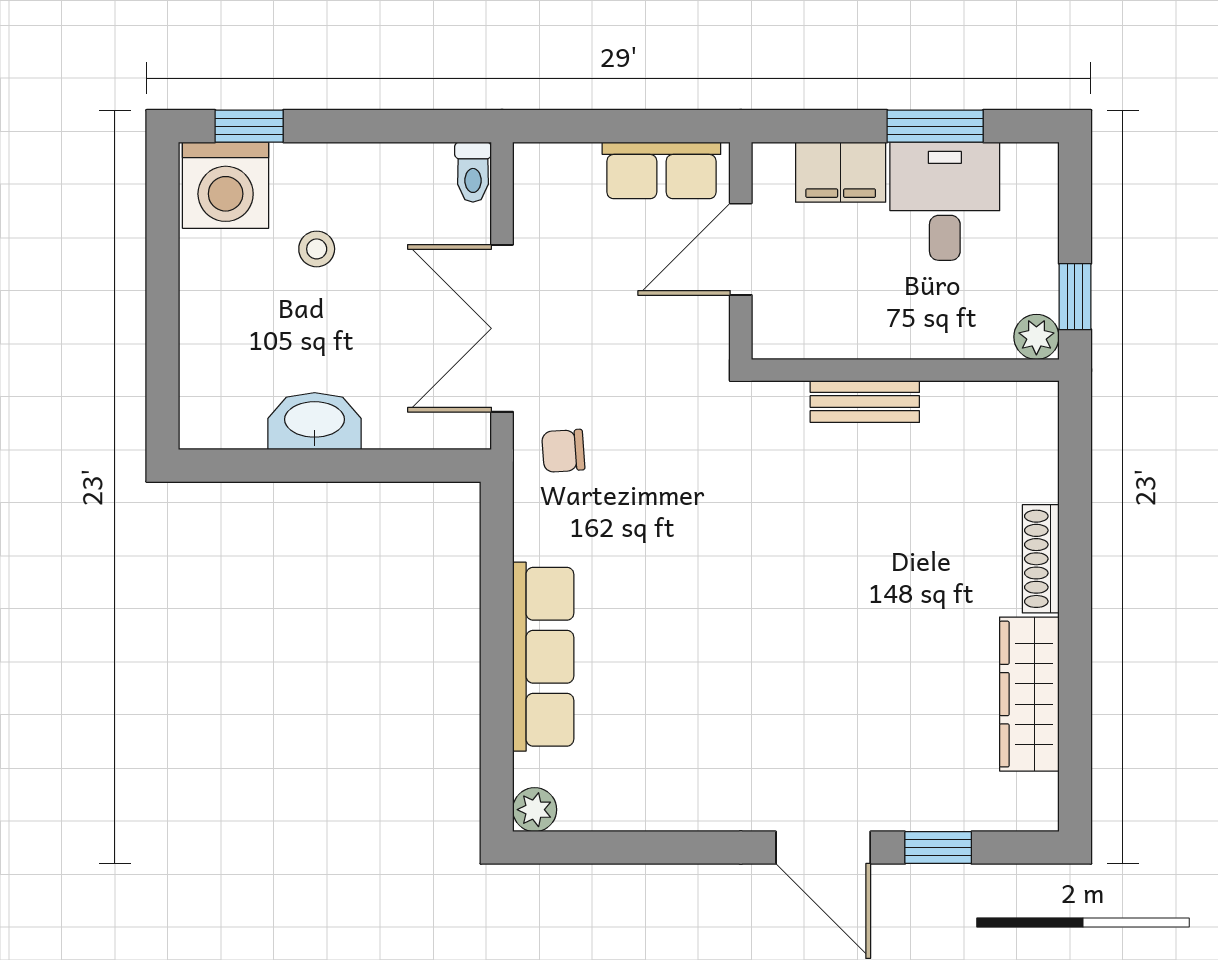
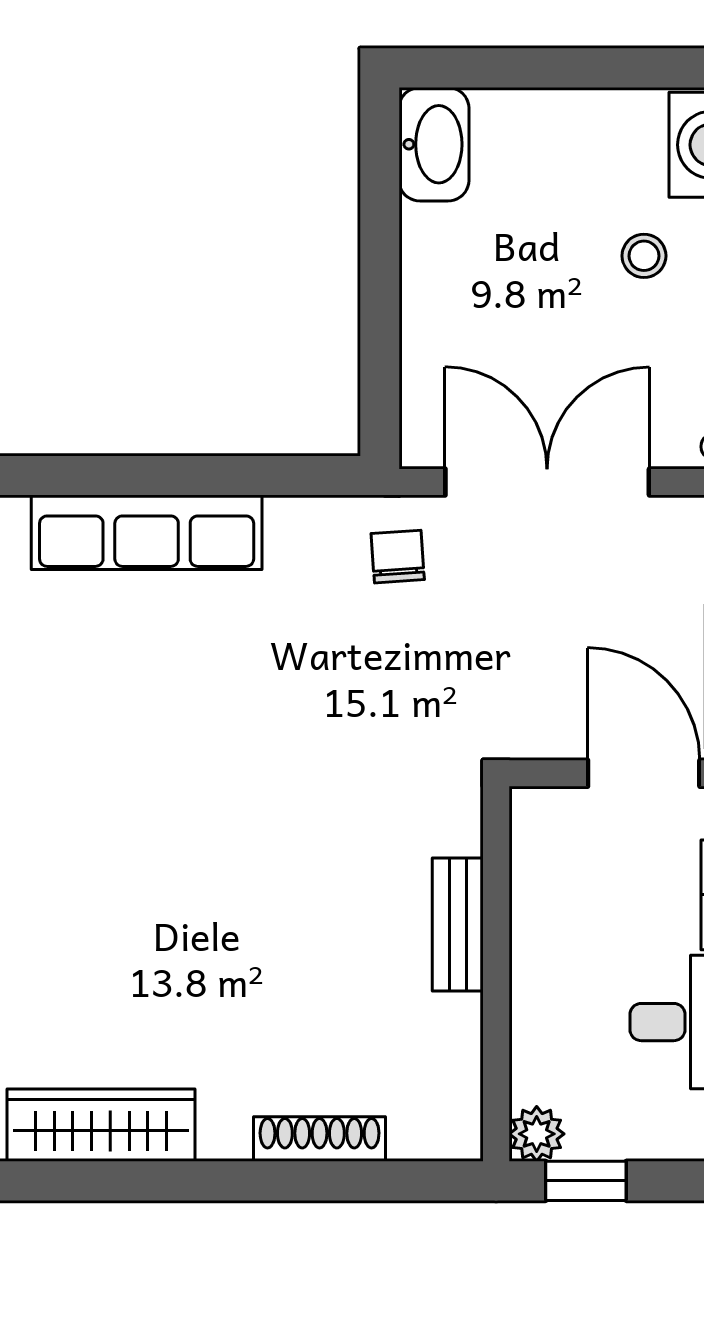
washbasin: (315, 421) -> (434, 144), moved
shoe rack: (1041, 559) -> (320, 1139), moved

